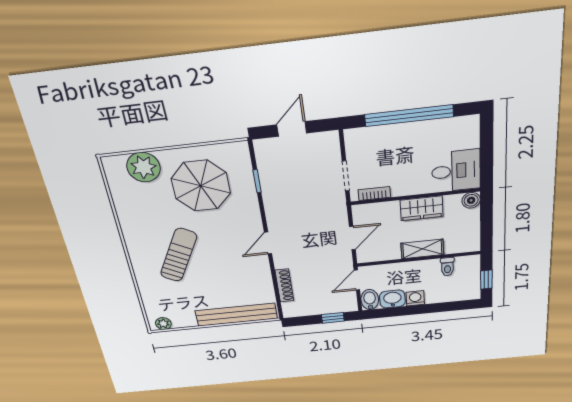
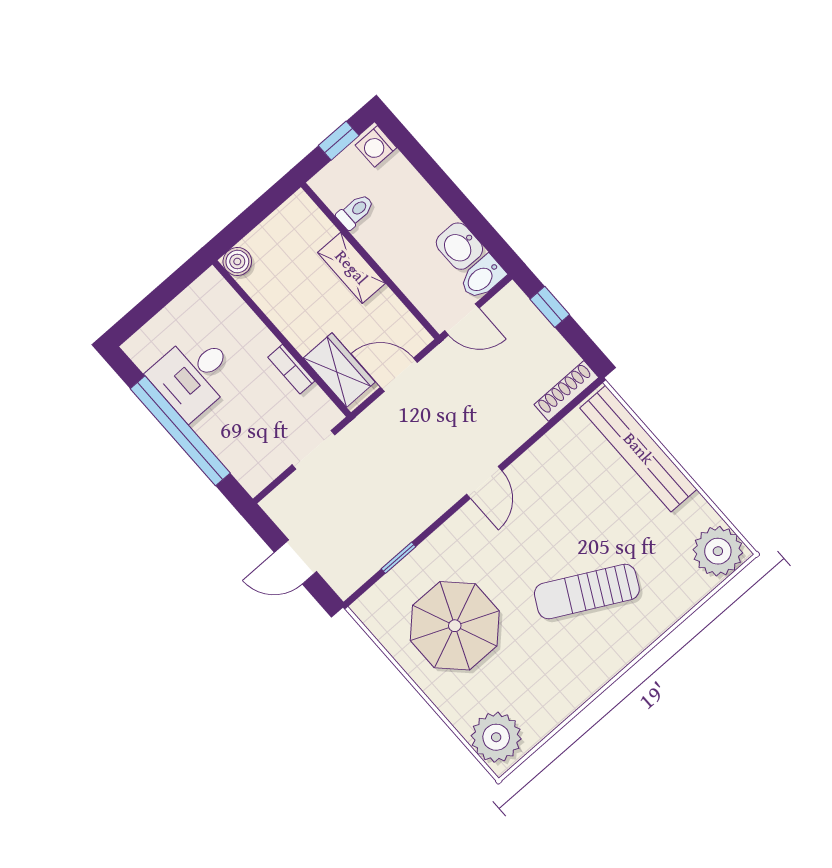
plant: (144, 167) -> (496, 737), moved
desk: (456, 171) -> (193, 375), moved, turned -90
bookcase: (374, 194) -> (291, 369), moved
wardrobe: (422, 208) -> (339, 370), moved
door: (268, 243) -> (484, 482), hinge flipped
shoe rack: (284, 285) -> (566, 391), moved
washing machine: (415, 298) -> (376, 146), moved
plant: (163, 324) -> (718, 551), width x1.87, depth x1.87

